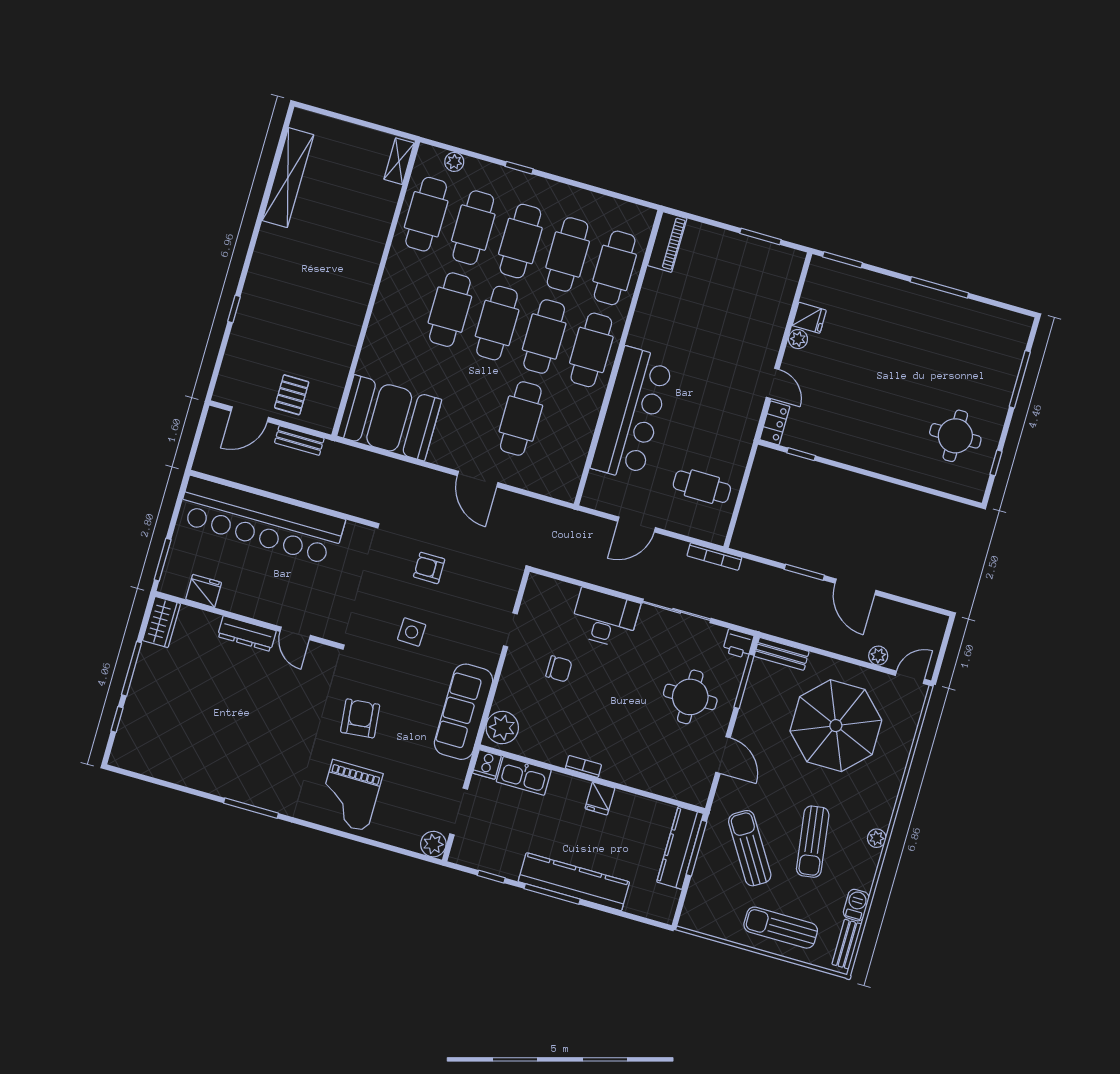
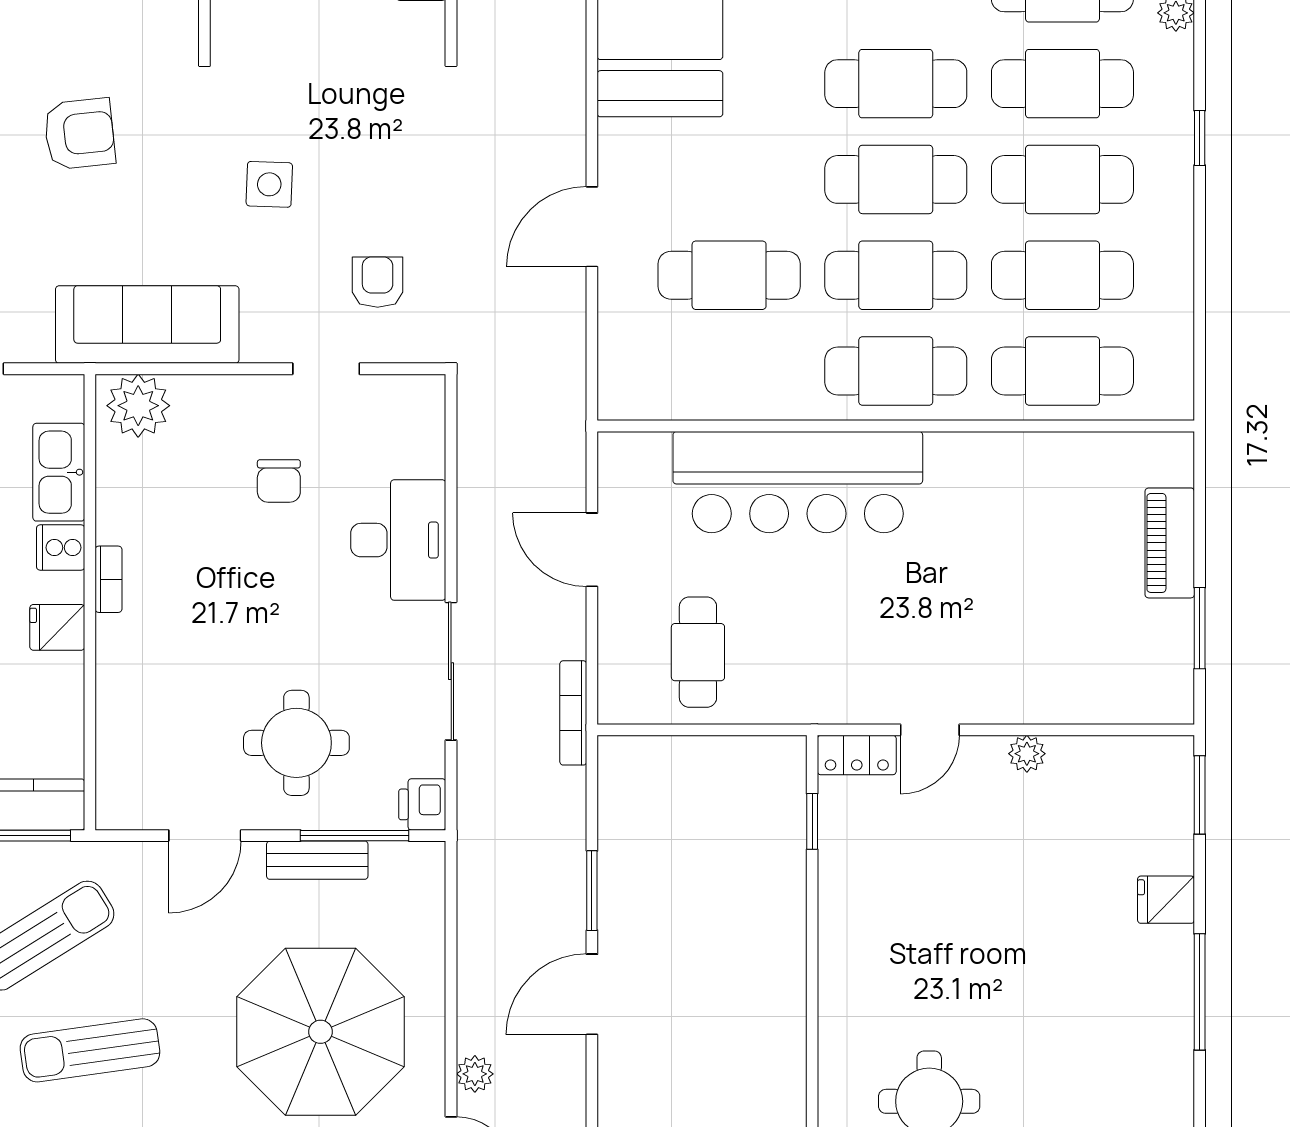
piano: (667, 242) -> (1170, 543), moved, turned 90
fridge: (809, 318) -> (1166, 900), moved, turned 90
armchair: (429, 568) -> (378, 282), moved
bench: (782, 654) -> (317, 860), moved, turned 90
cooker: (487, 764) -> (61, 548), moved

